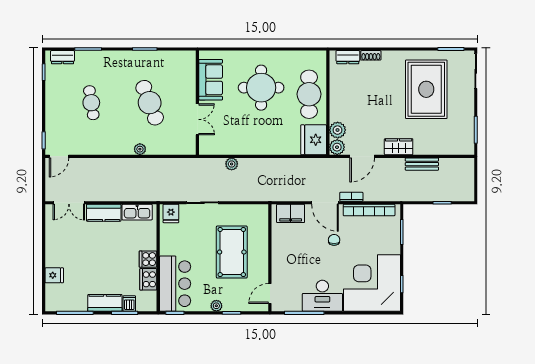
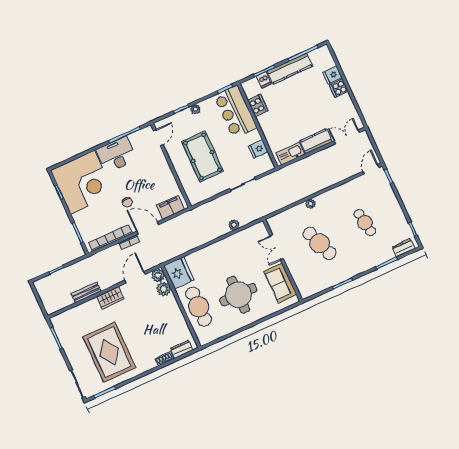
fridge: (171, 213) -> (258, 149), moved, turned -90
cooker: (148, 259) -> (339, 88), moved, turned 180
kitchen counter: (105, 303) -> (290, 69), width x1.50

